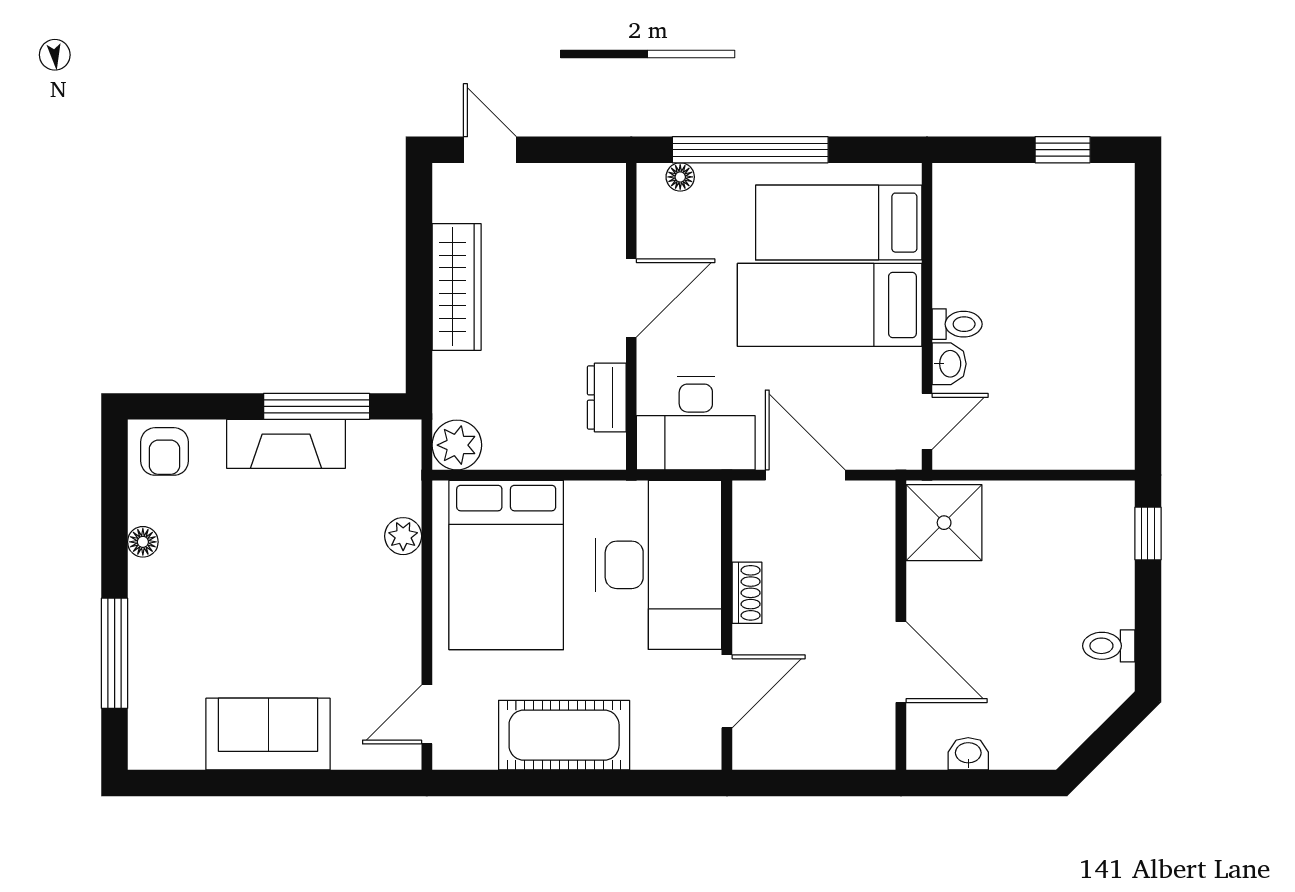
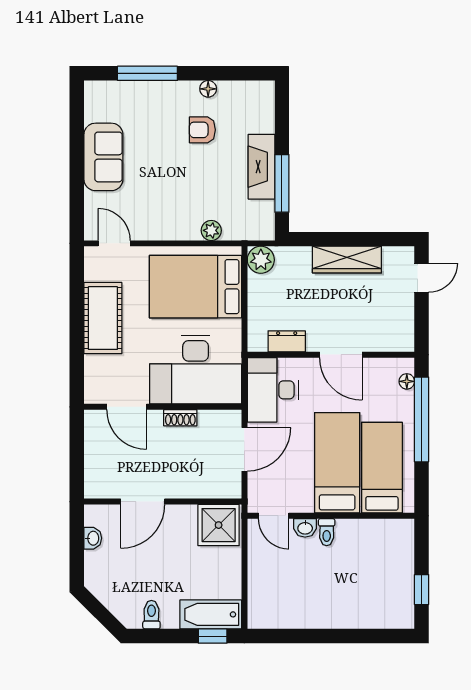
armchair: (164, 451) -> (202, 130), moved
bathtub: (1108, 537) -> (211, 614), added

